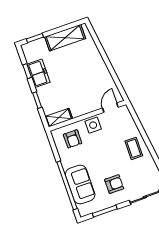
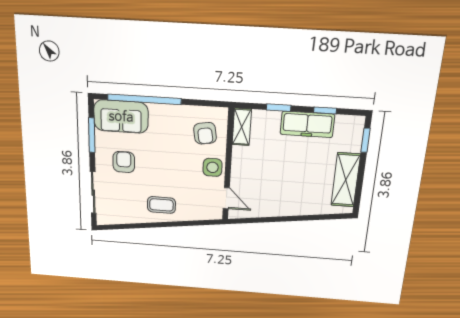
freezer: (38, 73) -> (307, 124), width x1.40
armchair: (73, 139) -> (205, 133), turned -99
armchair: (114, 184) -> (124, 162), turned 180
sofa: (80, 185) -> (121, 117), moved

